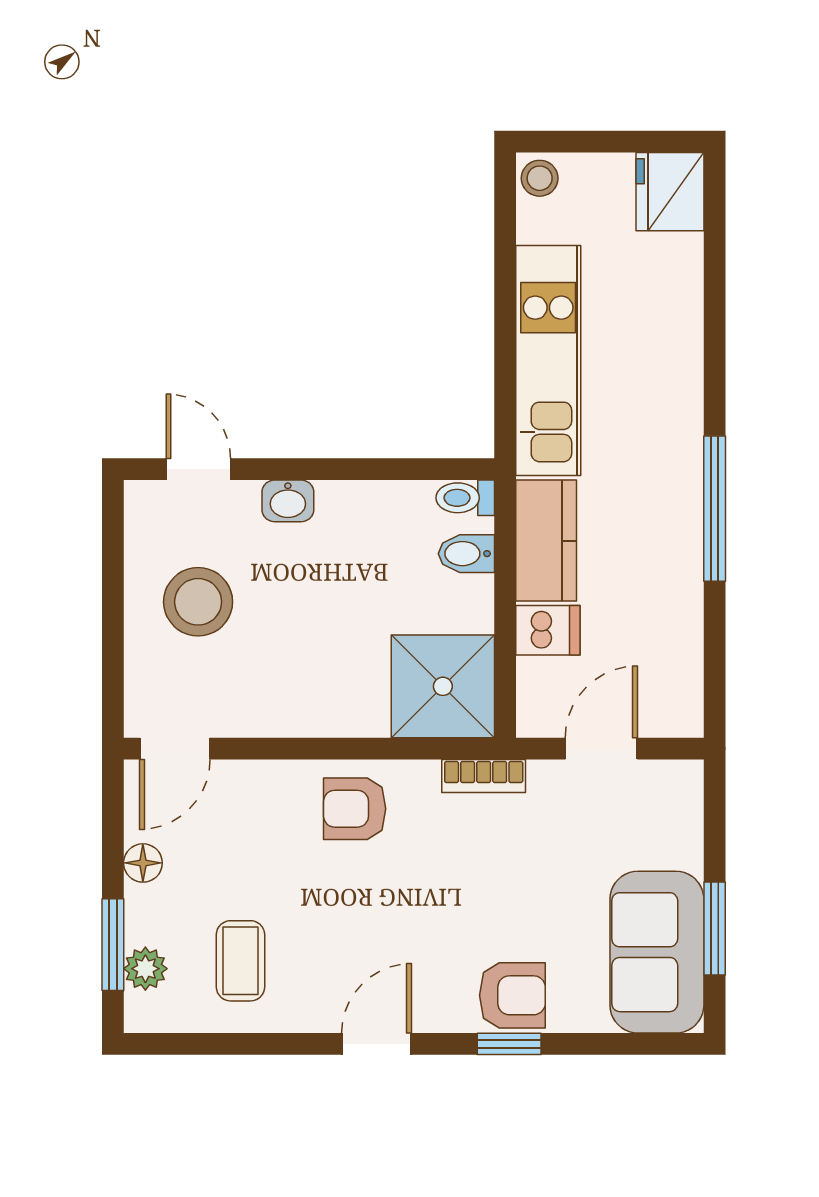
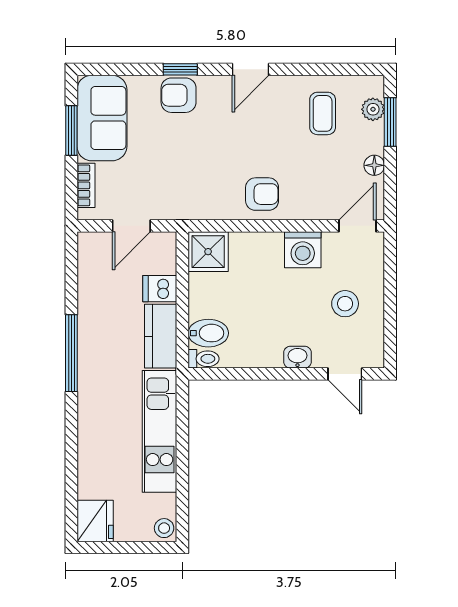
bidet: (466, 554) -> (208, 333), width x1.38, depth x1.36
stool: (198, 602) -> (345, 304), width x0.73, depth x0.73
shower: (443, 686) -> (208, 252), width x0.73, depth x0.73
washing machine: (278, 704) -> (303, 250), added
bookcase: (484, 776) -> (86, 185), moved, turned 90

